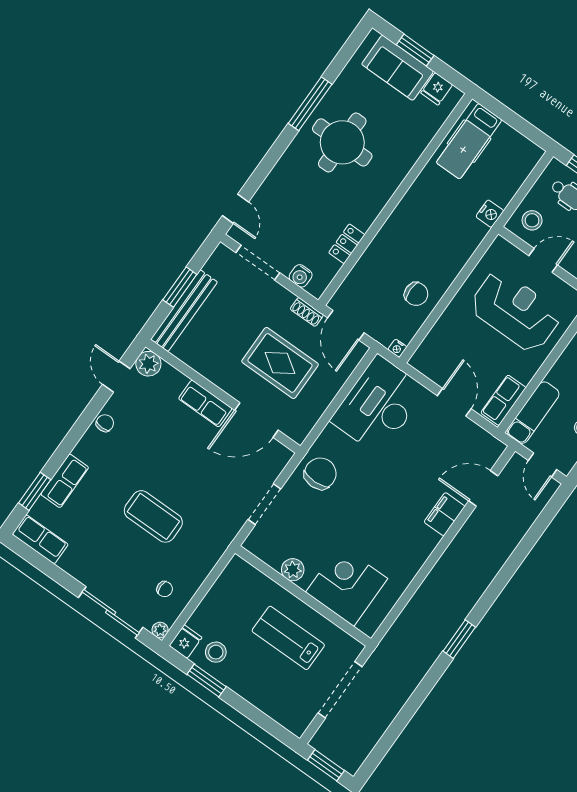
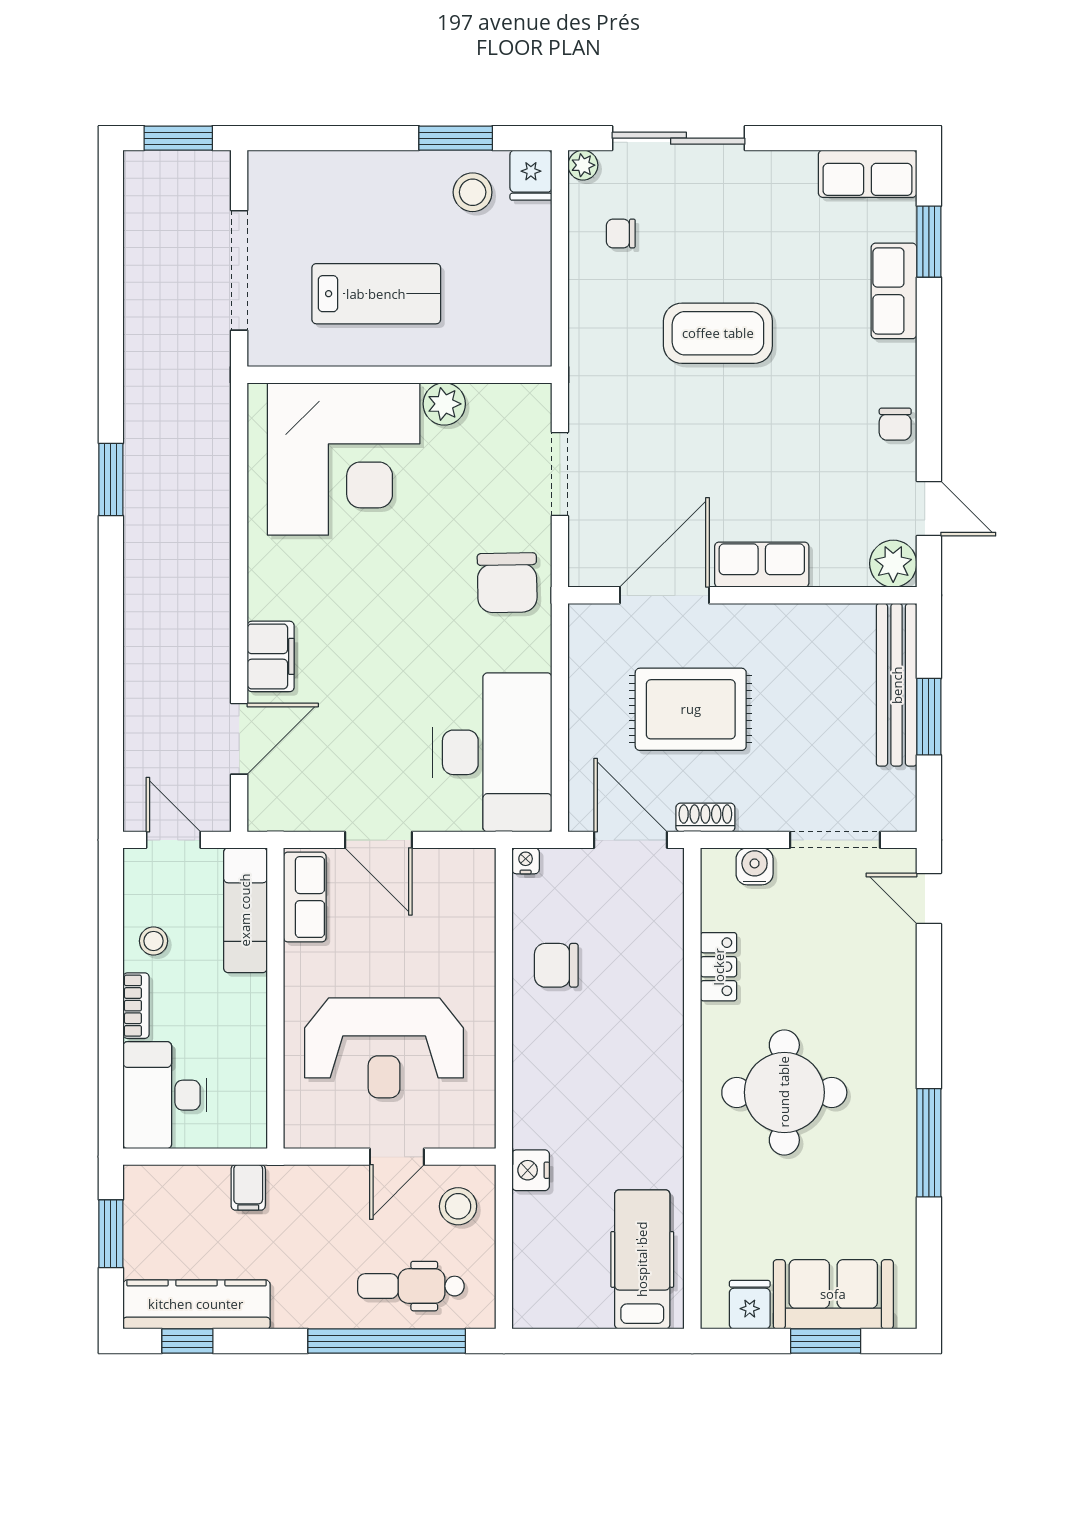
round table: (342, 142) -> (784, 1092), moved
corner desk: (347, 585) -> (344, 459), width x1.36, depth x1.36

